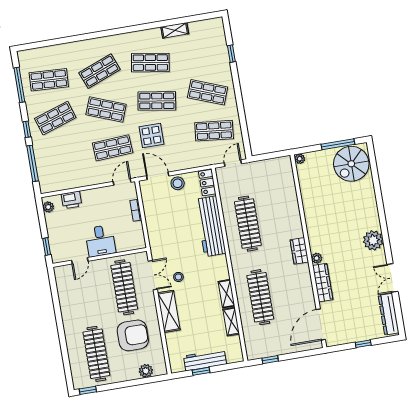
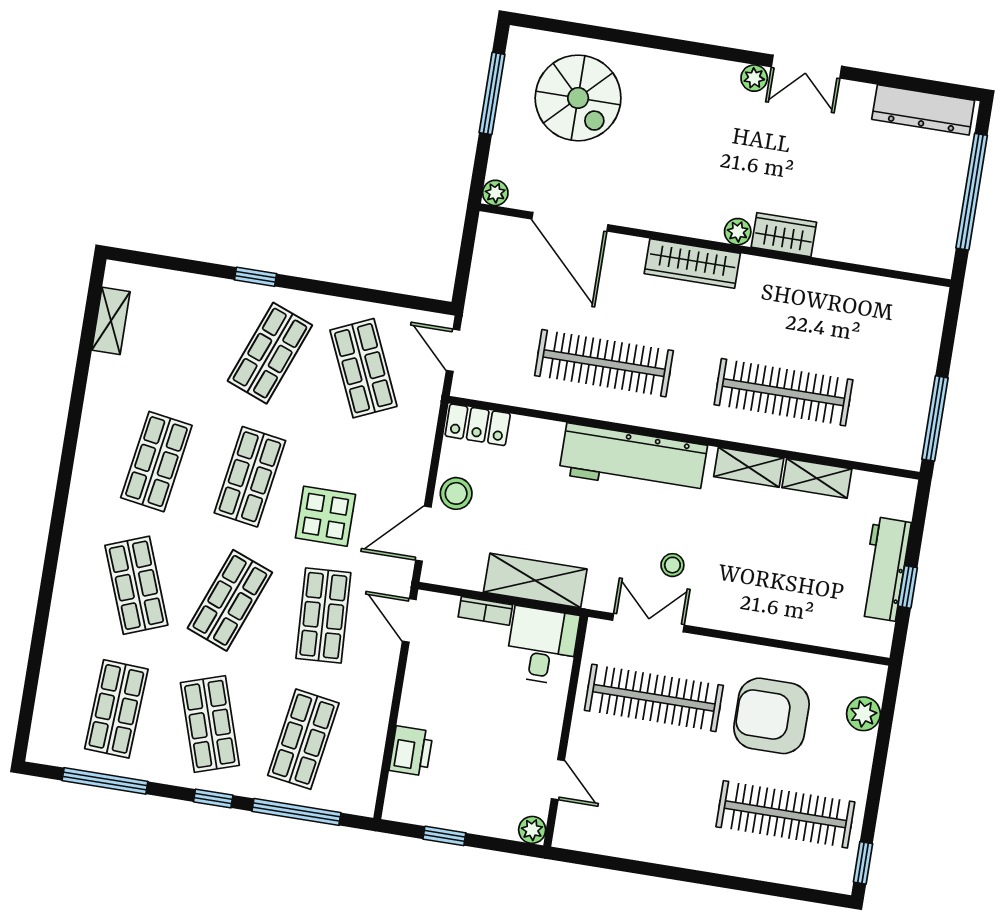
shelving: (175, 30) -> (111, 321), moved
window: (231, 54) -> (255, 277), moved
shop shelf: (214, 131) -> (363, 368), turned -30
shop shelf: (62, 156) -> (303, 739), added
spiral stairs: (351, 164) -> (578, 98), moved
plant: (48, 207) -> (532, 830), moved
workbench: (211, 226) -> (633, 460), moved
plant: (373, 240) -> (754, 78), width x0.53, depth x0.53
desk: (100, 241) -> (542, 646), moved, turned -90
window: (47, 246) -> (444, 836), moved
wardrobe: (299, 251) -> (692, 263), width x1.50
double door: (392, 278) -> (807, 67), moved
wardrobe: (323, 283) -> (784, 235), width x0.67
shelving: (169, 311) -> (535, 581), moved
door: (321, 325) -> (570, 222), moved
armchair: (133, 335) -> (771, 716), turned -90
window: (363, 344) -> (972, 192), width x3.17
window: (270, 360) -> (935, 418), width x2.17

